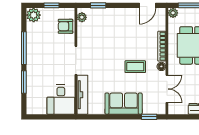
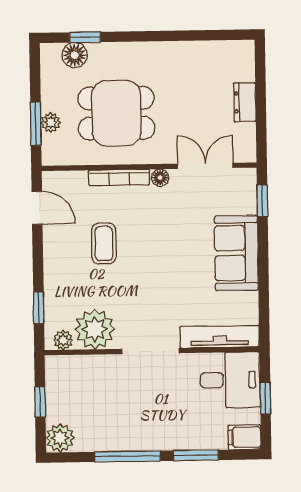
plant: (173, 13) -> (51, 123), moved
armchair: (66, 26) -> (82, 373), removed
plant: (87, 33) -> (95, 329), added
coffee table: (135, 67) -> (104, 244), moved
filing cabinet: (32, 106) -> (245, 437), added
window: (52, 117) -> (265, 398), added

